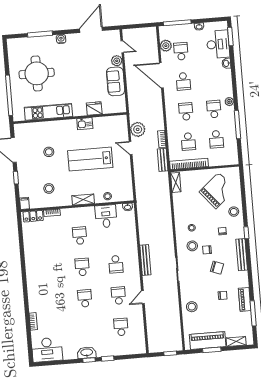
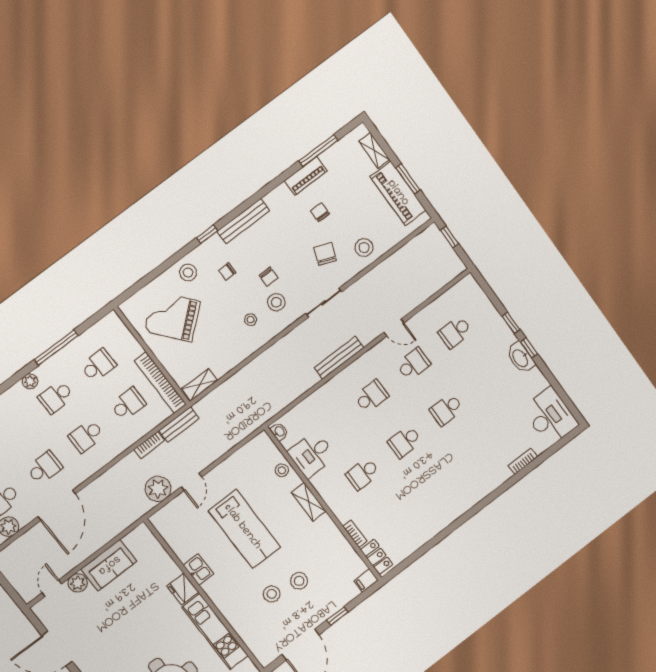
fridge: (94, 109) -> (183, 589), moved
stool: (49, 188) -> (299, 581), moved
chair: (217, 268) -> (325, 254), moved
school desk: (118, 296) -> (413, 364), turned 180

